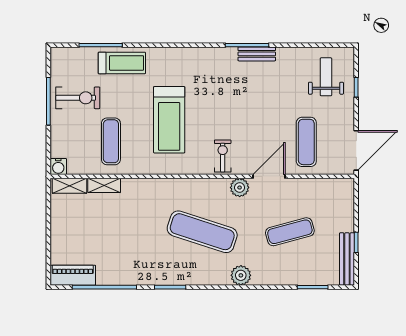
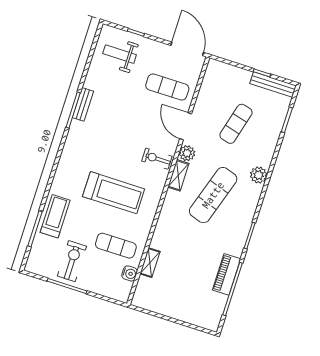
water cooler: (58, 167) -> (130, 273), moved
shelving: (70, 186) -> (178, 175), moved
exercise mat: (290, 232) -> (236, 124), turned 30
piano: (73, 275) -> (227, 274), moved

